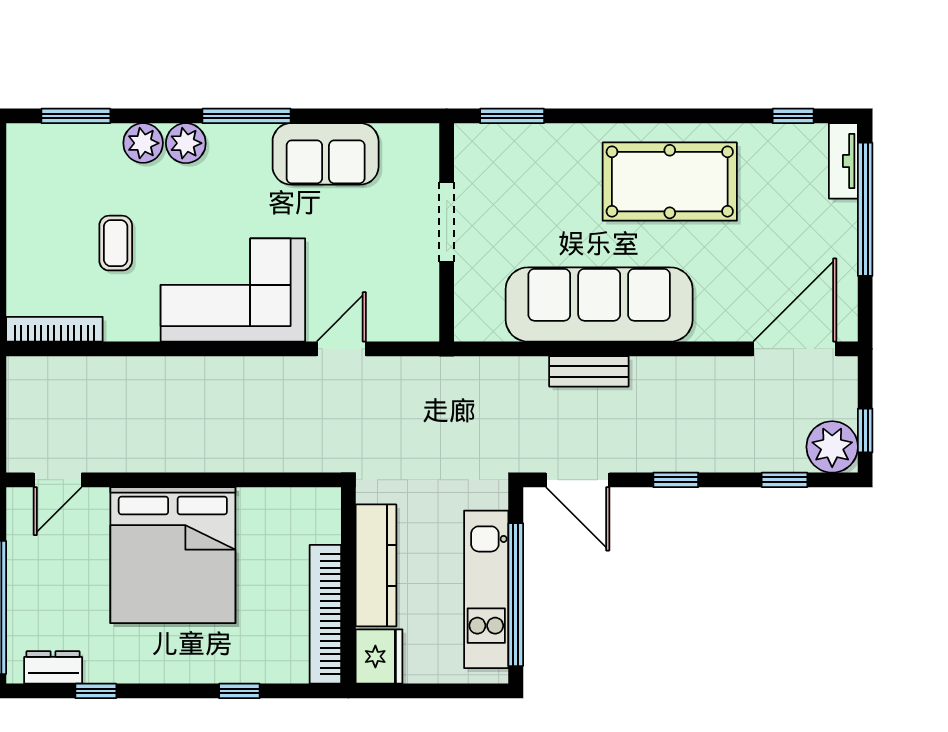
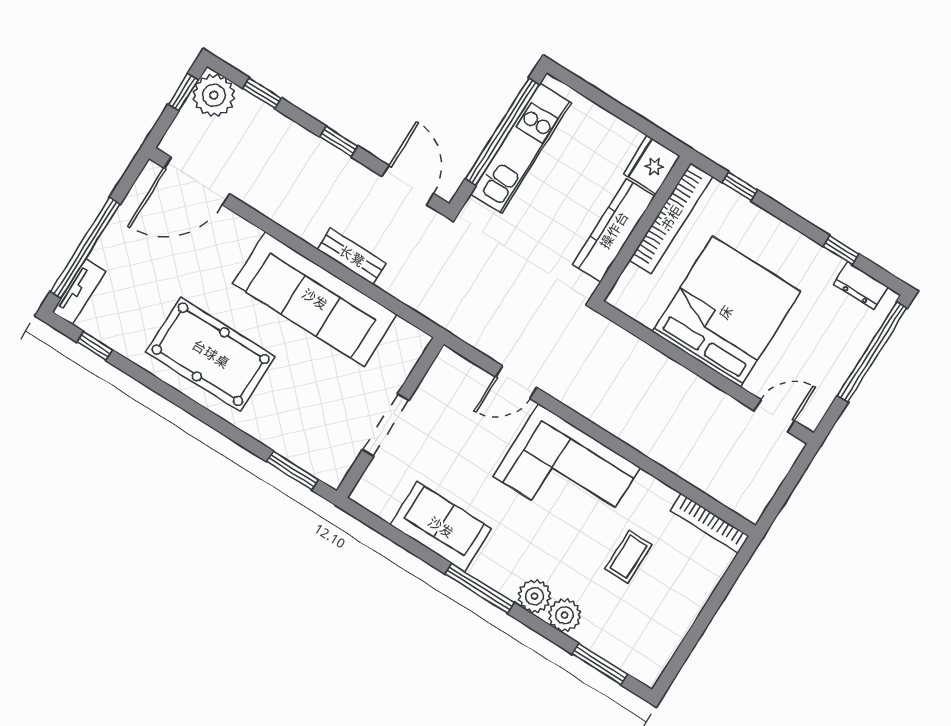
kitchen counter: (376, 565) -> (614, 230), moved
wall: (348, 585) -> (642, 228), moved
bookcase: (325, 614) -> (671, 218), moved
fridge: (379, 656) -> (652, 165), moved

